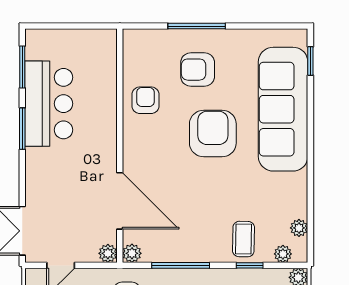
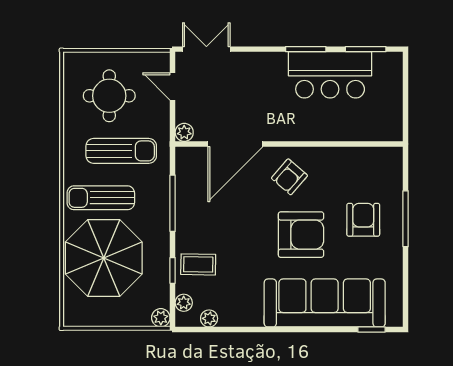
armchair: (146, 100) -> (289, 177), moved, turned 131
plant: (132, 253) -> (184, 156), removed

